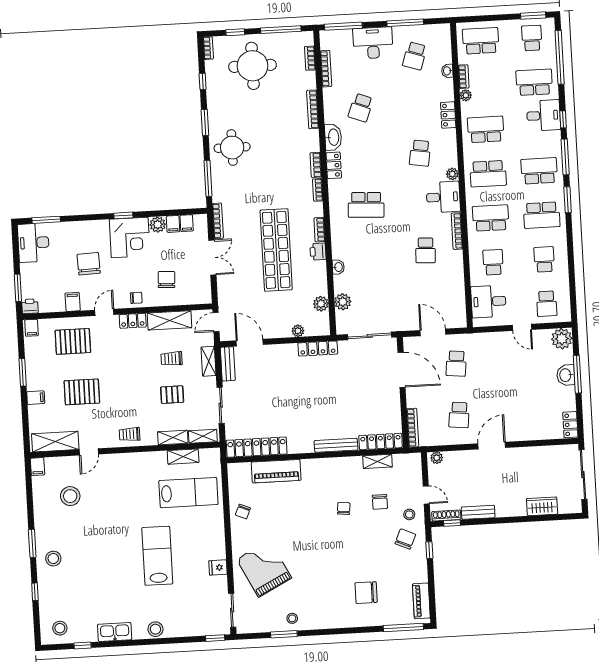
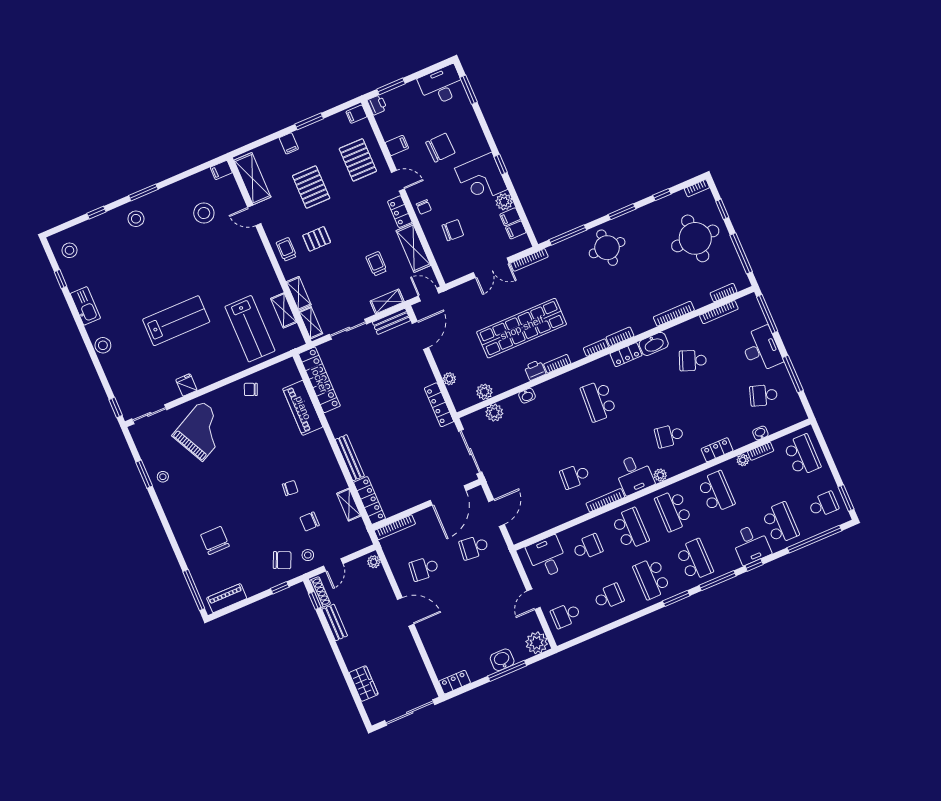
pallet: (172, 395) -> (317, 239), moved, turned 90

